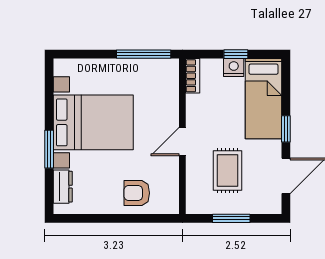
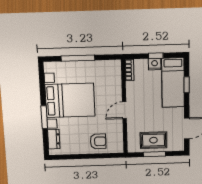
window: (144, 54) -> (78, 58), moved
window: (286, 129) -> (187, 85), moved
rug: (228, 171) -> (153, 140), moved, turned 90
armchair: (137, 193) -> (98, 141), turned 180

